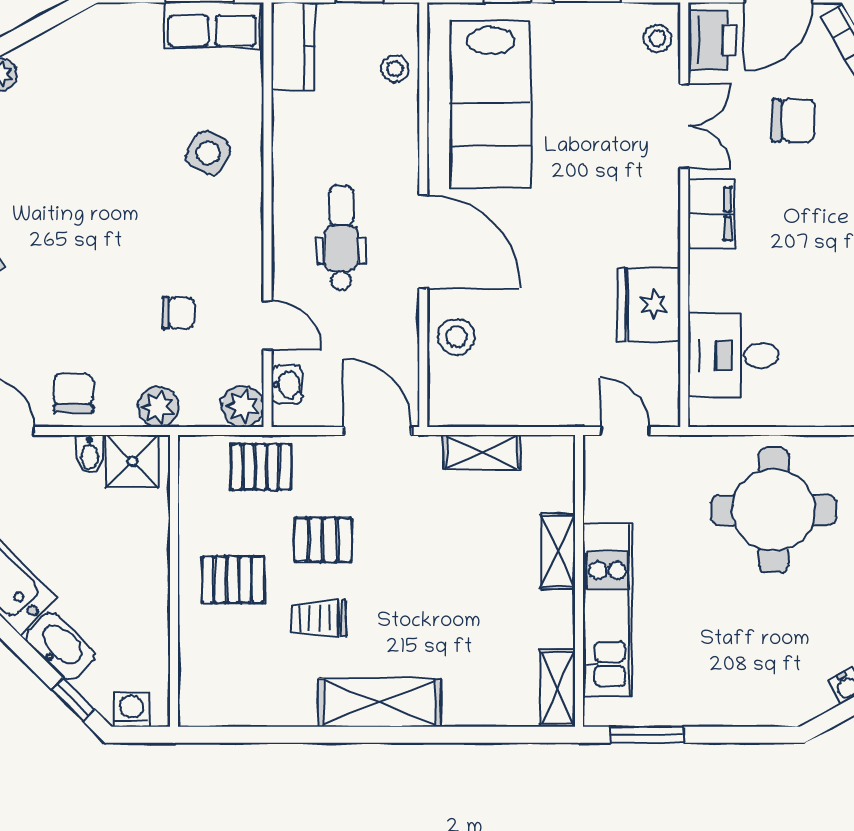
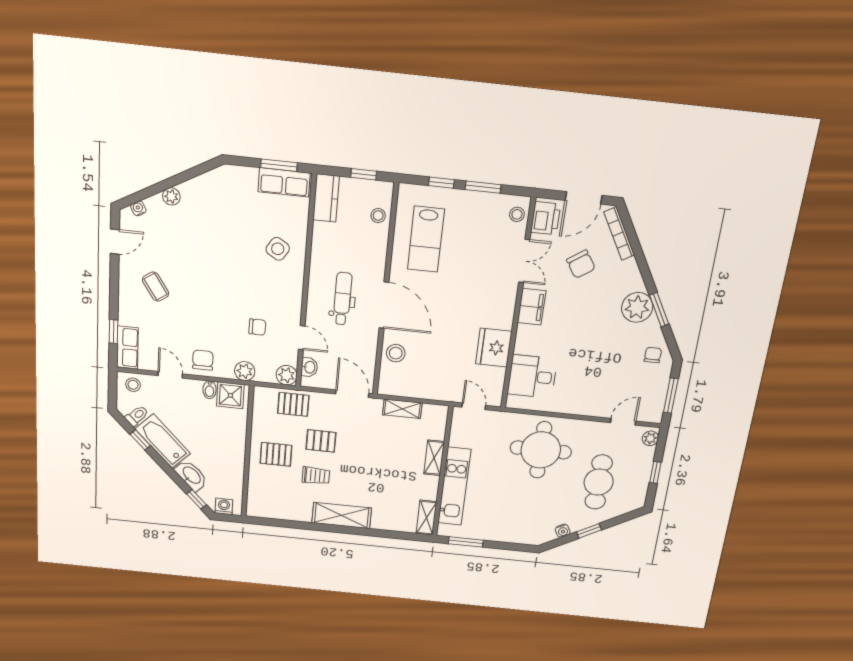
lab bench: (491, 104) -> (426, 239), width x0.73, depth x0.72
chair: (794, 120) -> (581, 264), turned 56
trolley: (319, 618) -> (316, 476), turned 180

